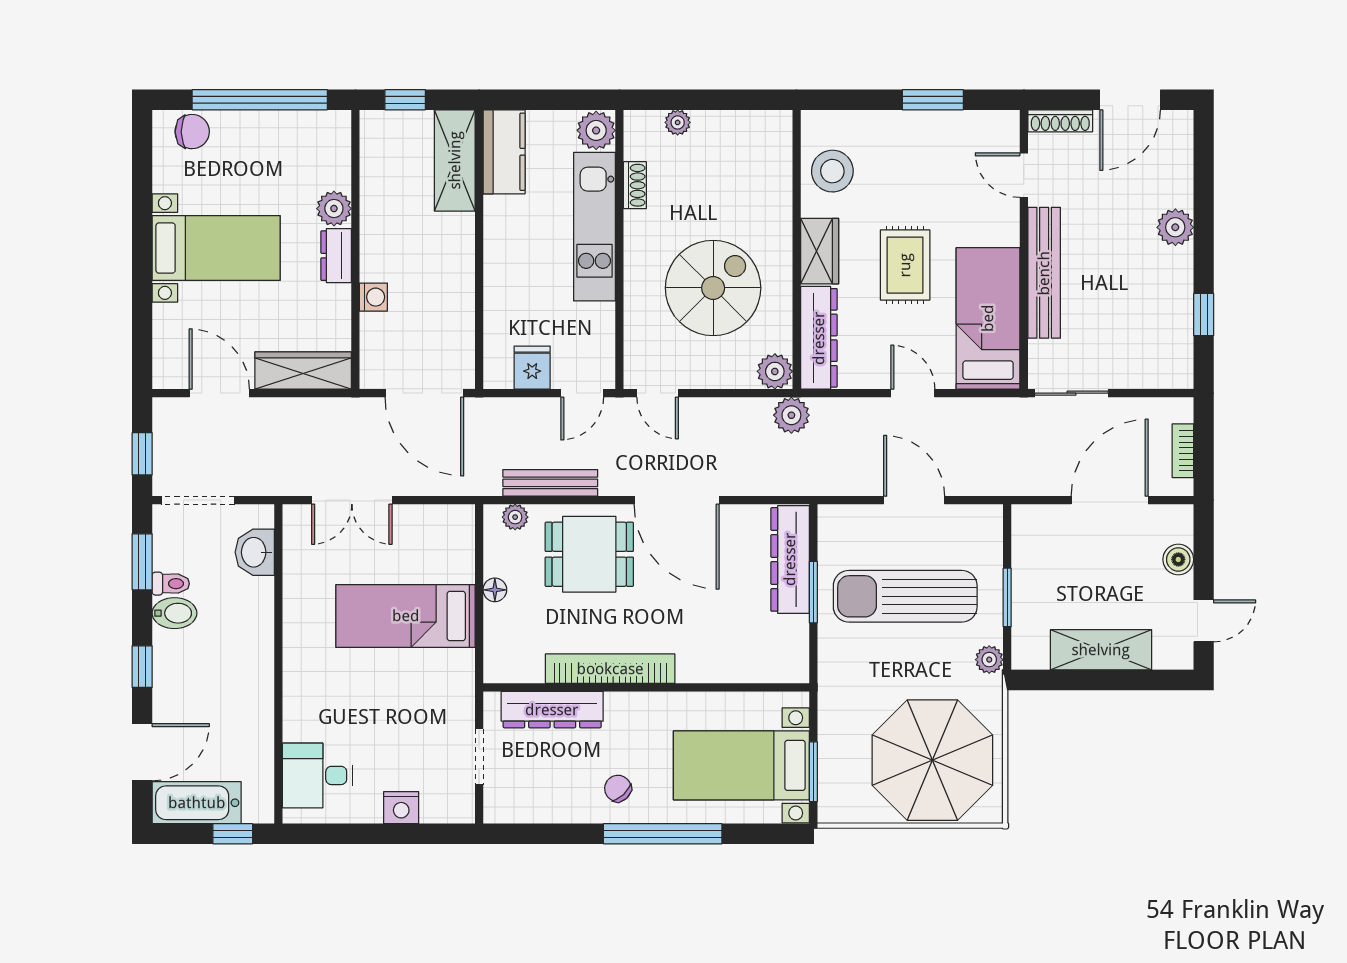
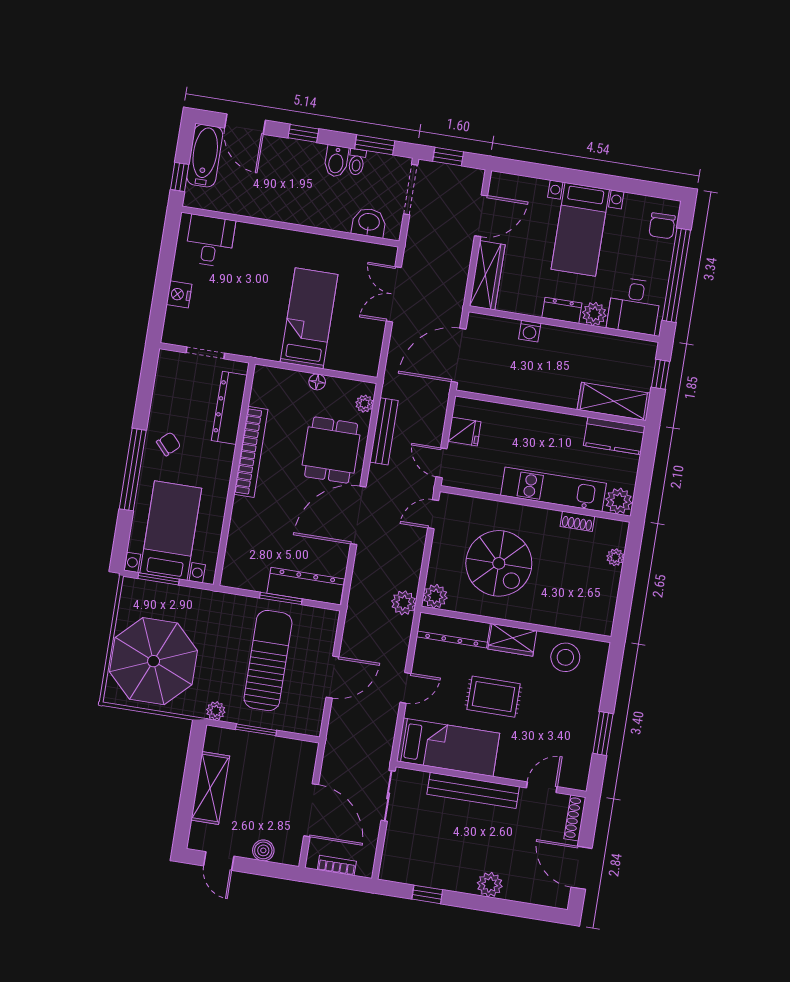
desk: (313, 153) -> (634, 306), added

